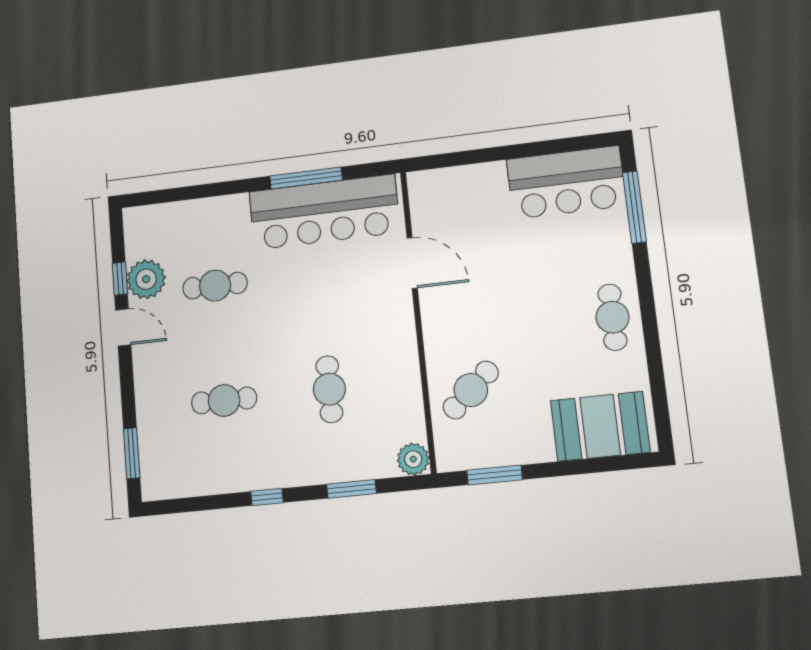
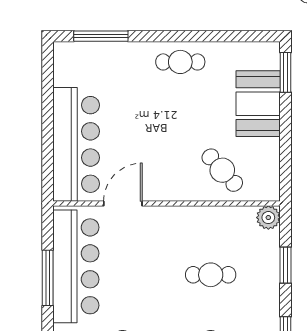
bar counter: (566, 182) -> (76, 144), moved, width x1.36
booth: (600, 426) -> (258, 104), moved
window: (495, 475) -> (285, 72), moved

